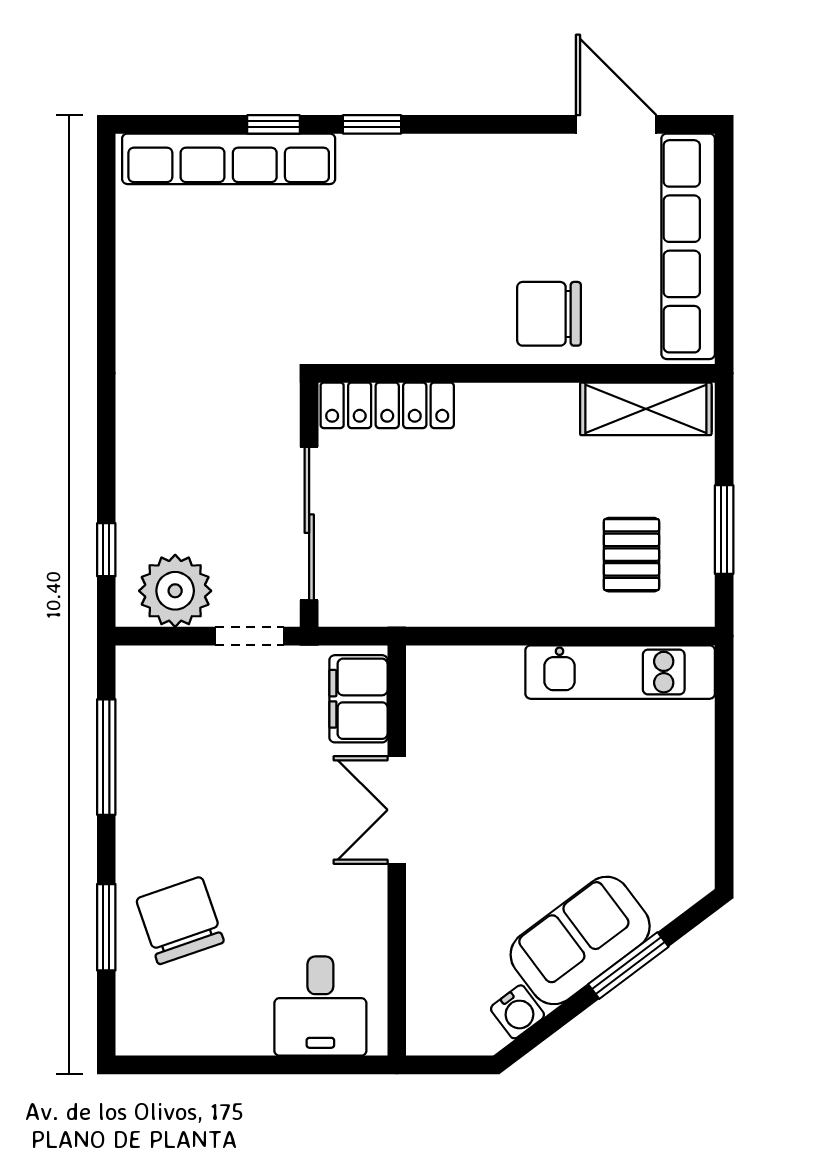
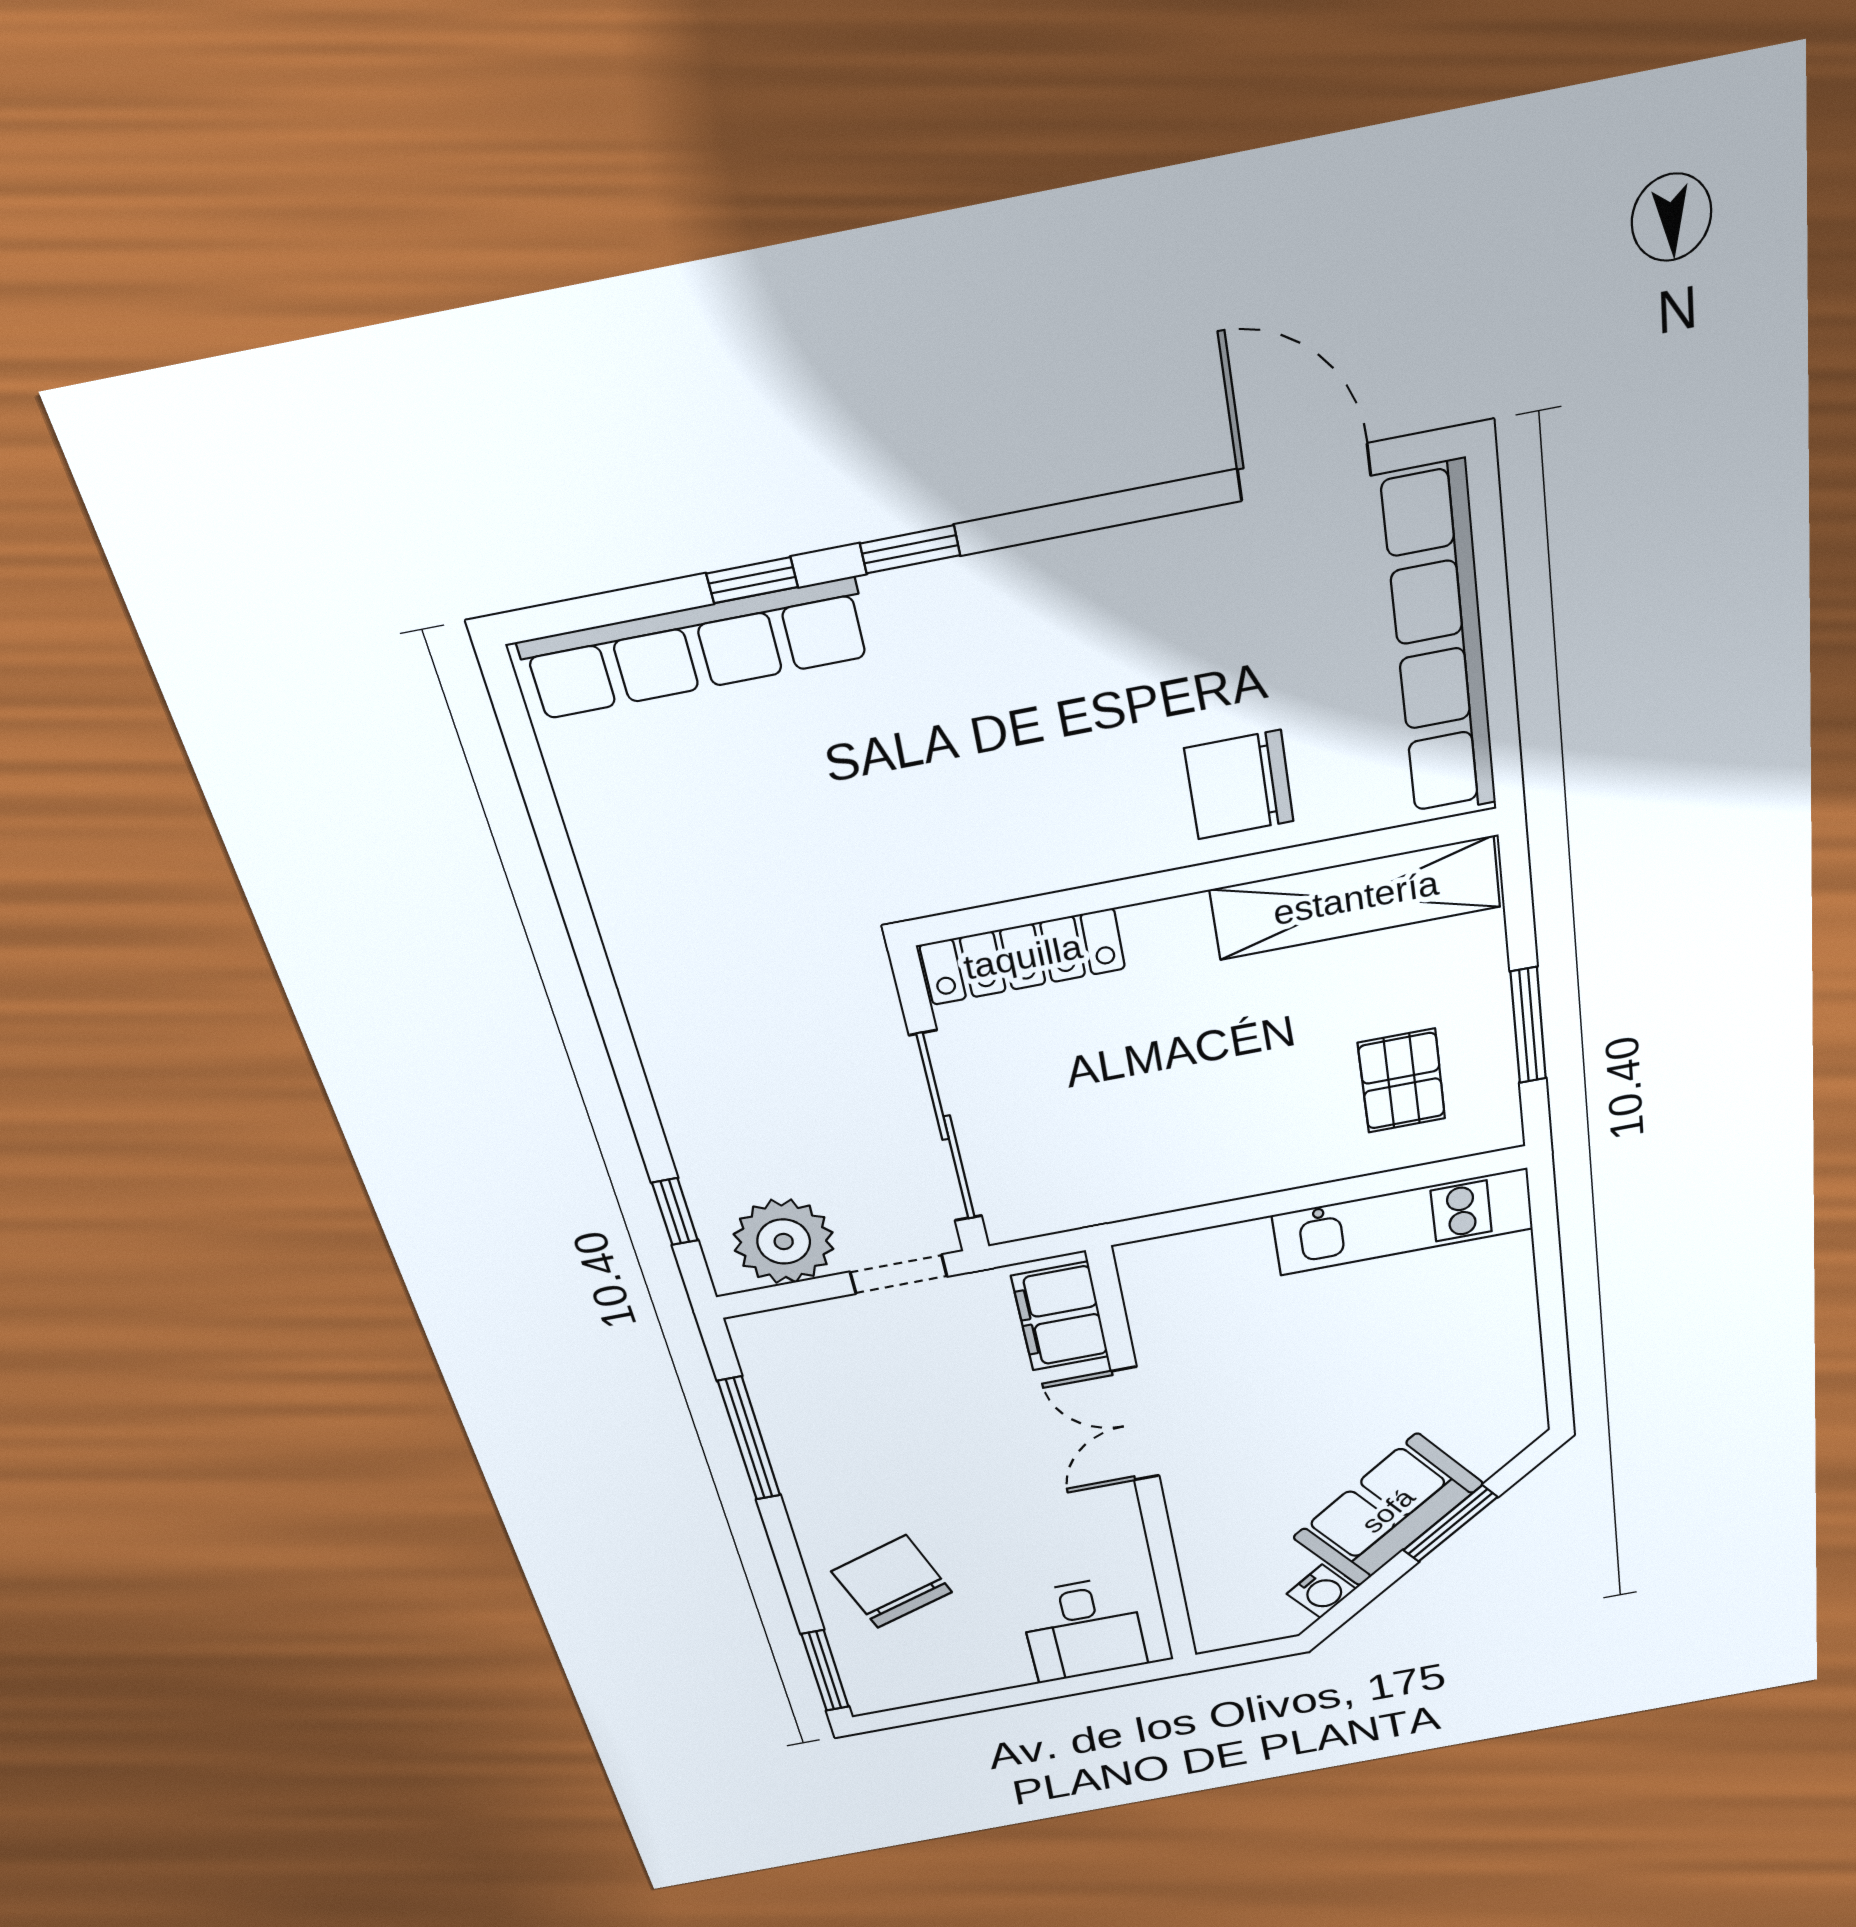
shelving: (646, 409) -> (1356, 898), width x1.47
window: (106, 927) -> (825, 1671), moved

